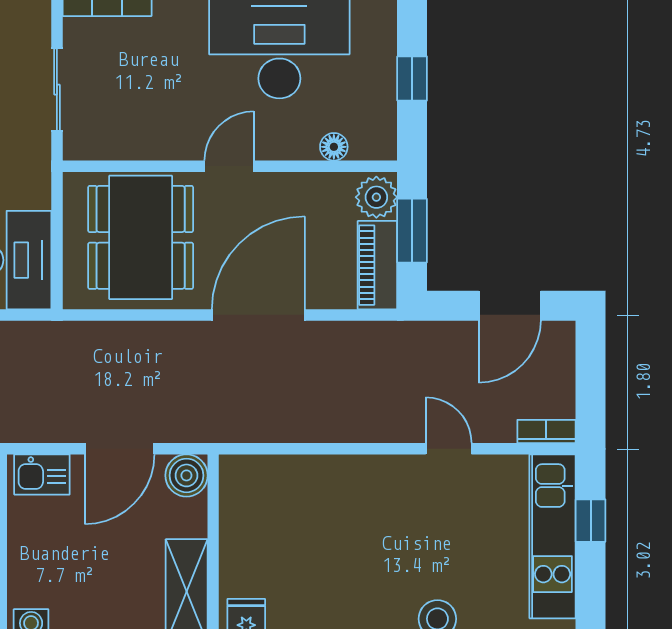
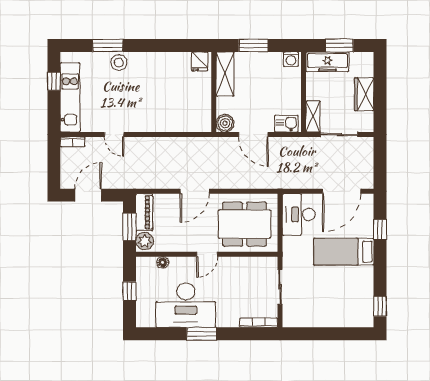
dining table: (141, 237) -> (245, 224), turned 90
door: (258, 315) -> (195, 191), width x0.73
door: (120, 449) -> (253, 135), swing flipped
window: (591, 521) -> (54, 81), moved

